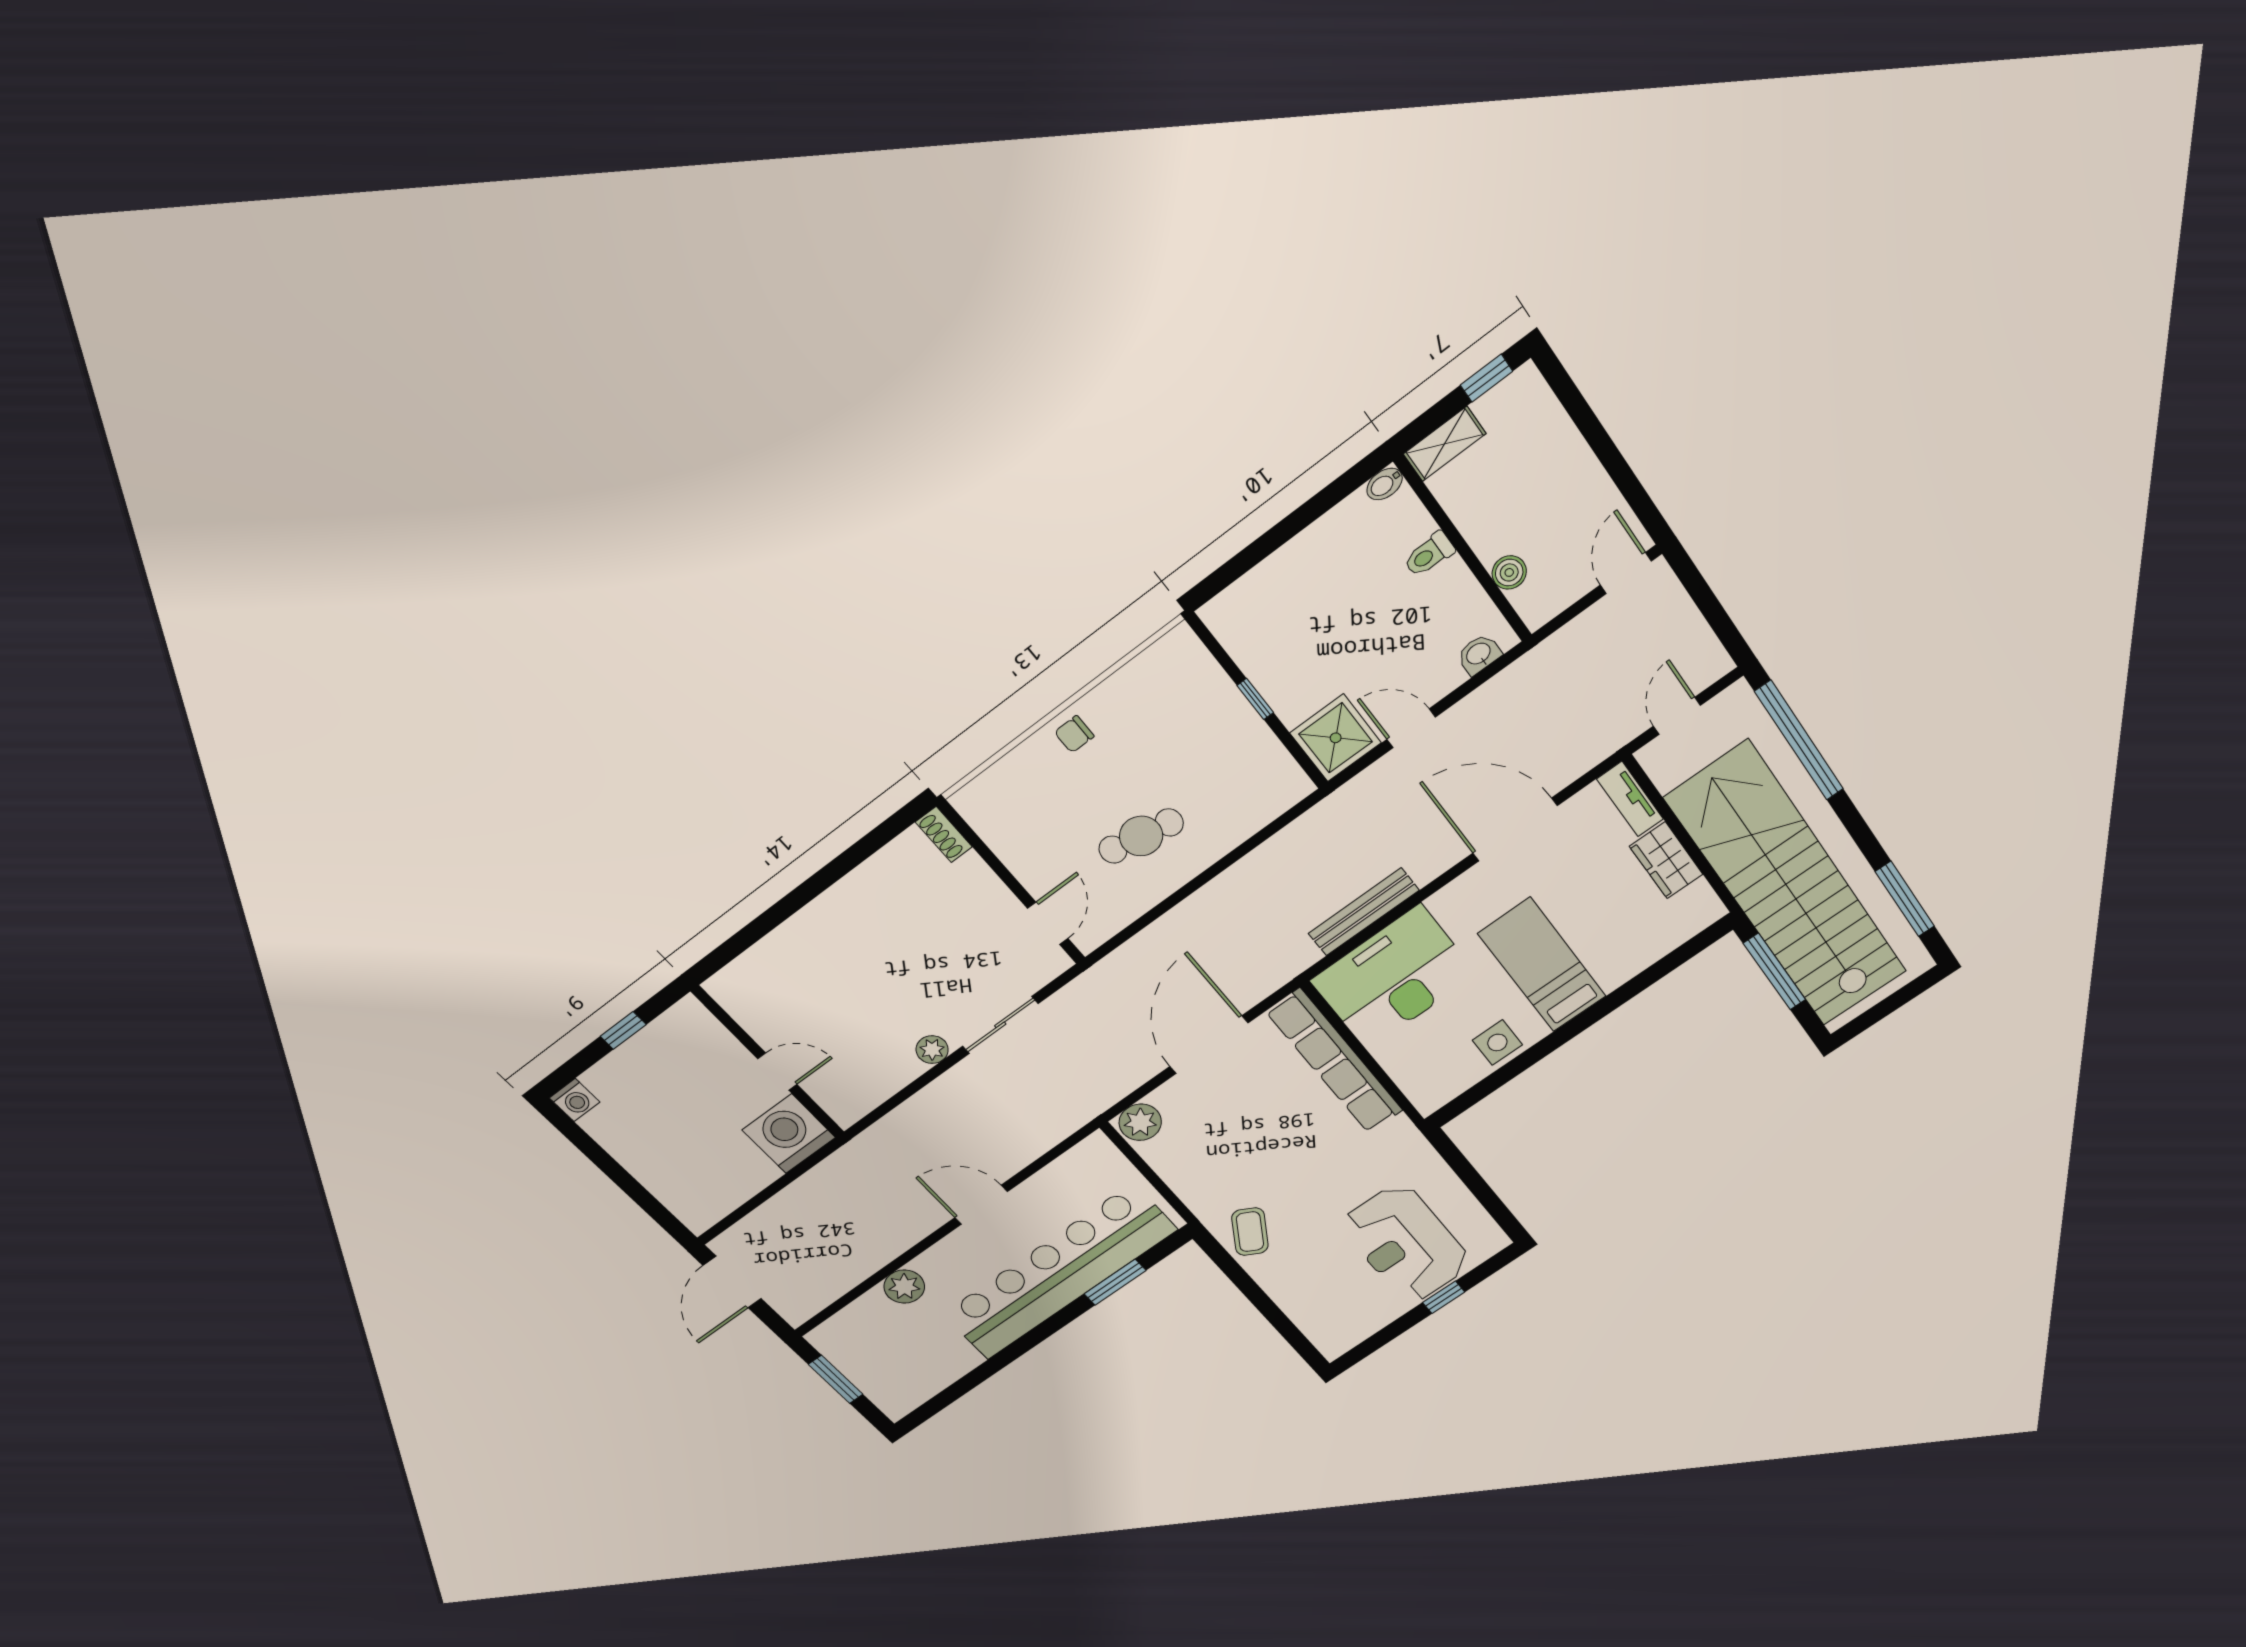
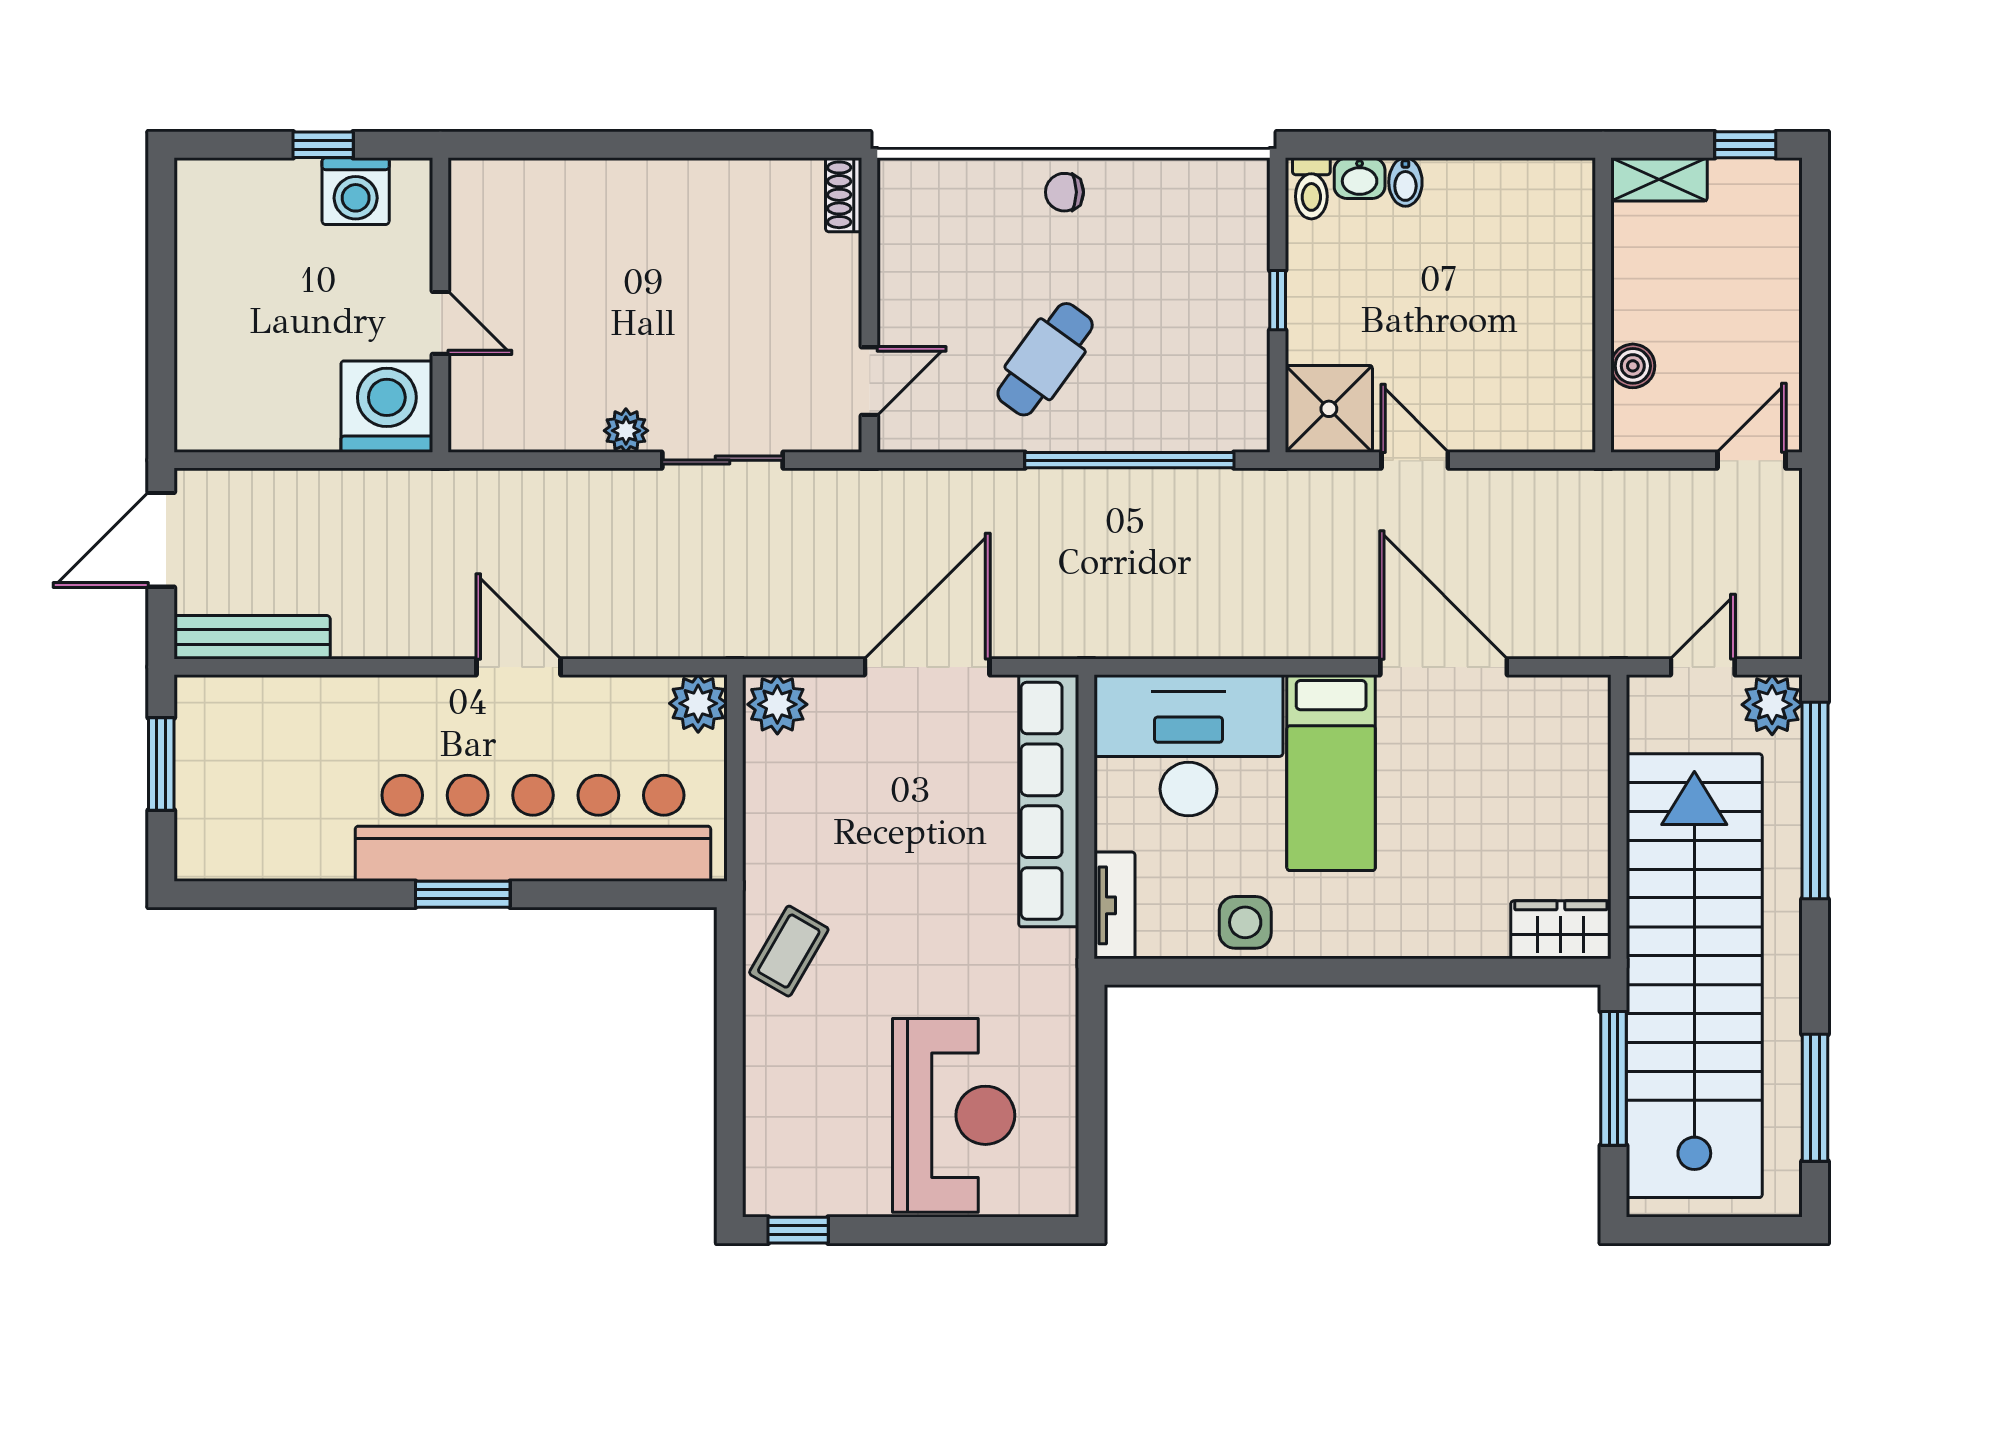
bidet: (1385, 484) -> (1405, 182), moved, turned -90
toilet: (1429, 554) -> (1311, 188), moved, turned -90
washbasin: (1479, 654) -> (1360, 178), moved, turned 180
plant: (1736, 706) -> (1772, 705), added
tv unit: (1630, 799) -> (1115, 905), moved, turned 180
cafe table: (1141, 836) -> (1045, 359), turned -65
window: (1237, 854) -> (1129, 460), added
wardrobe: (1666, 860) -> (1561, 930), moved, turned 90
bench: (1364, 912) -> (252, 637), moved
bed: (1542, 965) -> (1331, 773), moved, turned 180
washing machine: (575, 1100) -> (356, 191), moved, width x1.38, depth x1.38
reception desk: (1406, 1244) -> (954, 1115), turned 180
window: (1115, 1282) -> (463, 894), moved
plant: (904, 1287) -> (698, 703), moved
window: (1444, 1297) -> (798, 1230), moved

